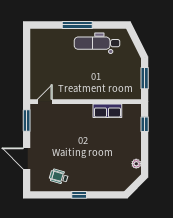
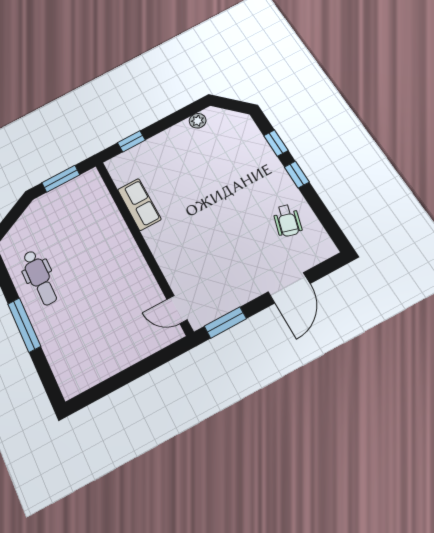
dental chair: (97, 43) -> (40, 277), width x0.73, depth x0.72
window: (101, 195) -> (276, 143), added

